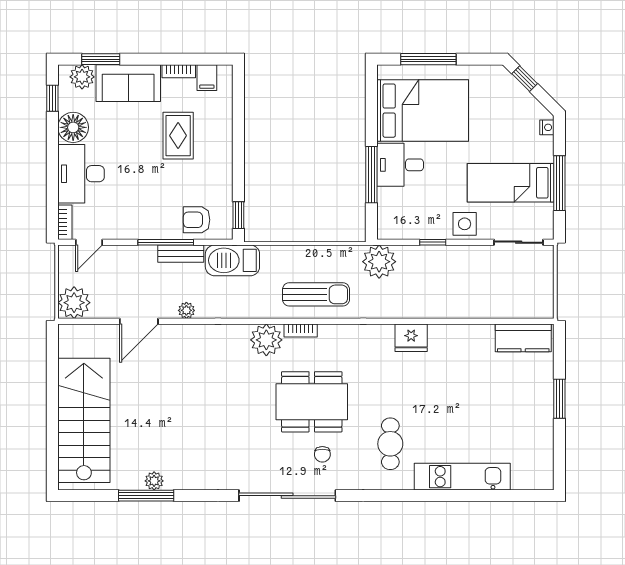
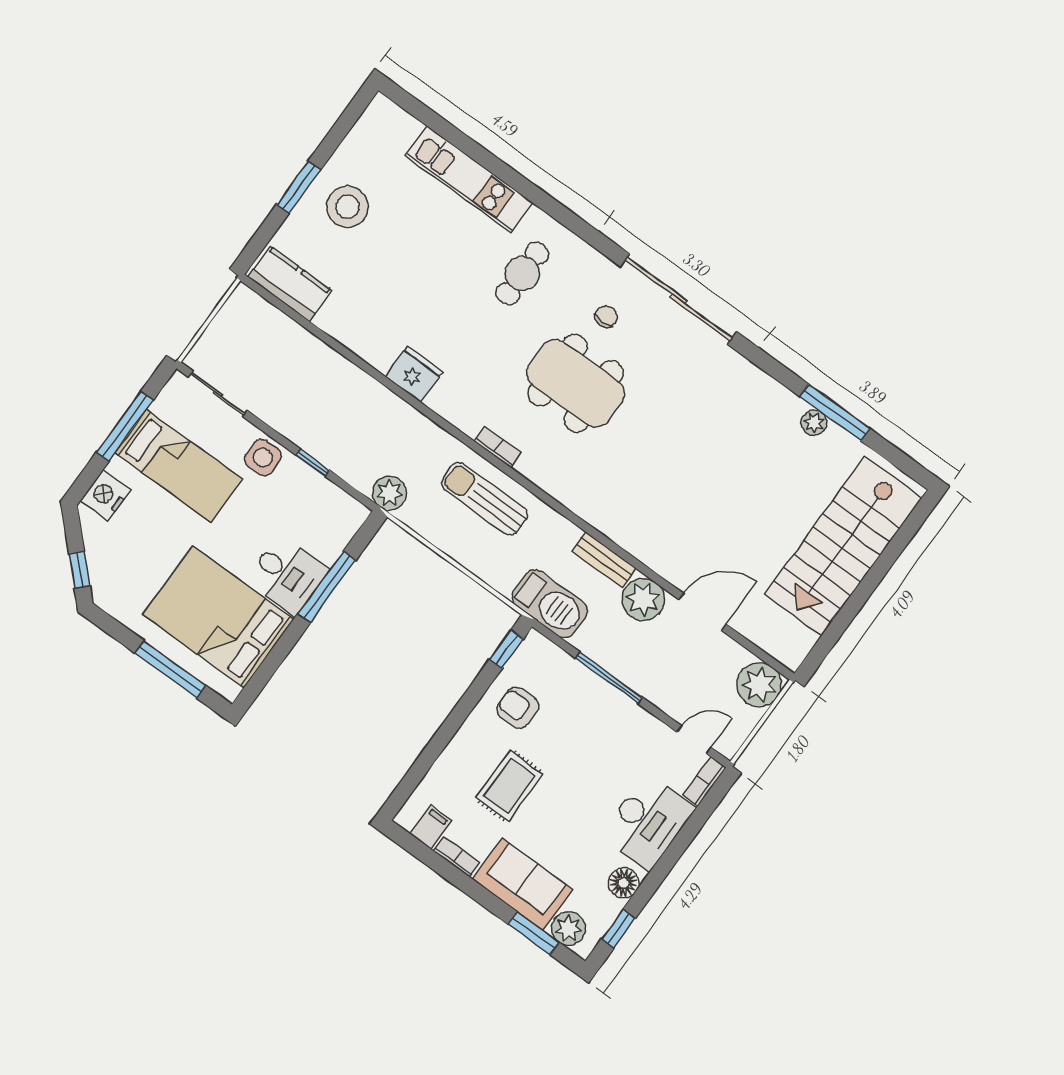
floor lamp: (73, 127) -> (624, 883), width x0.73, depth x0.73
nightstand: (547, 127) -> (106, 495), width x1.89, depth x1.79
armchair: (197, 220) -> (518, 708), moved, turned 180
bench: (181, 254) -> (604, 559), moved
plant: (379, 262) -> (389, 493), width x0.73, depth x0.73
plant: (186, 310) -> (643, 599), width x1.88, depth x1.88
bookcase: (301, 331) -> (497, 447), moved
plant: (266, 340) -> (576, 488), removed
stool: (522, 408) -> (348, 207), added

